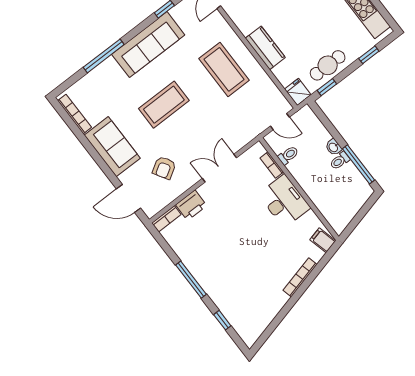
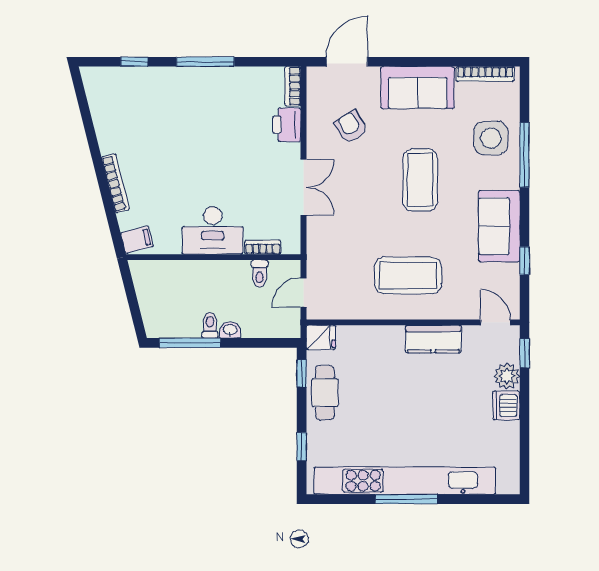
sofa: (148, 45) -> (499, 226), width x0.73
kitchen counter: (265, 48) -> (433, 339), moved
side table: (109, 83) -> (491, 138), added

